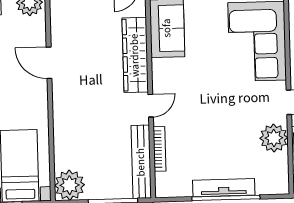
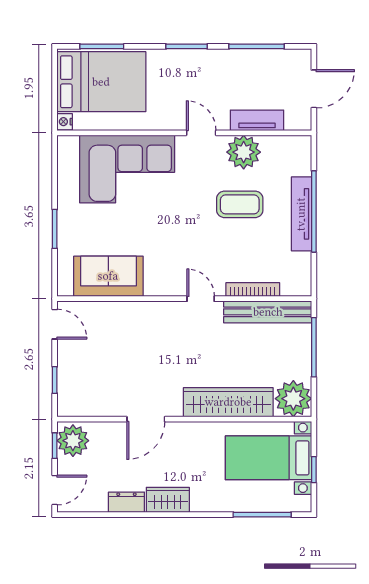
wardrobe: (135, 55) -> (228, 402), moved, turned 180
coffee table: (230, 136) -> (240, 204), added

